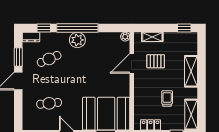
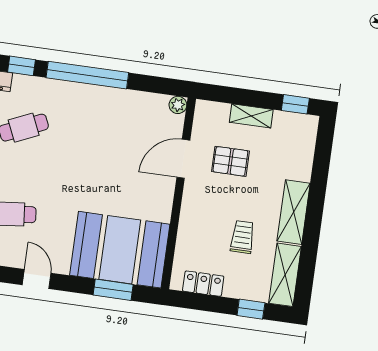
shelving: (152, 37) -> (251, 116), moved
plant: (77, 40) -> (84, 98), removed
shelving: (191, 71) -> (294, 212), moved

